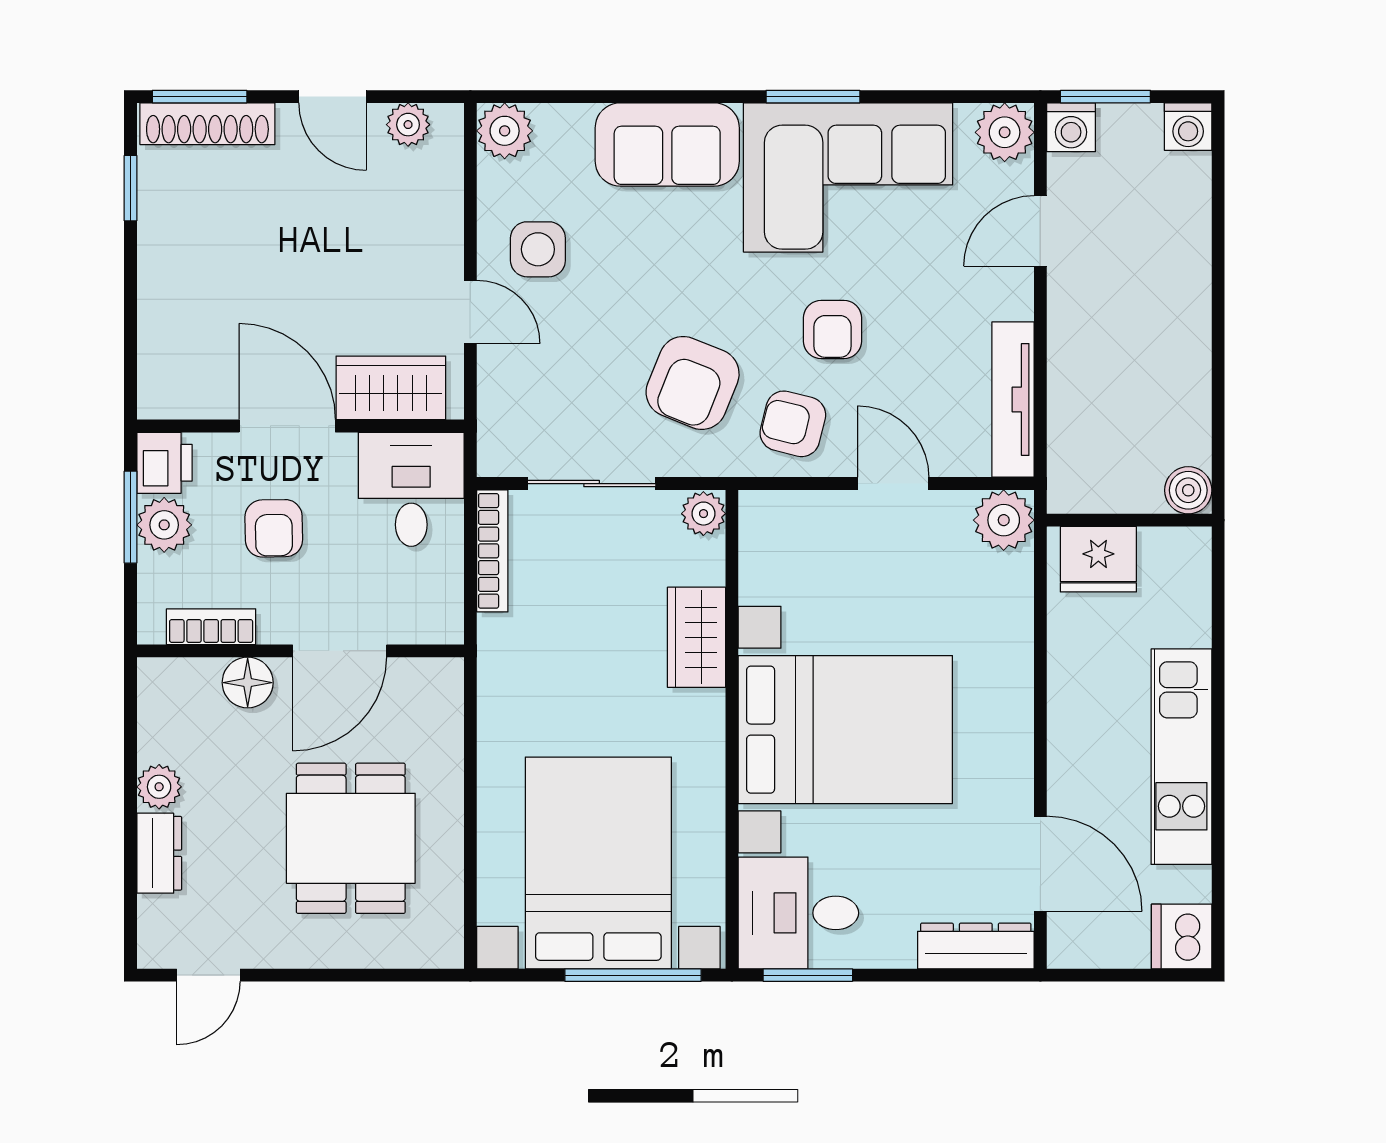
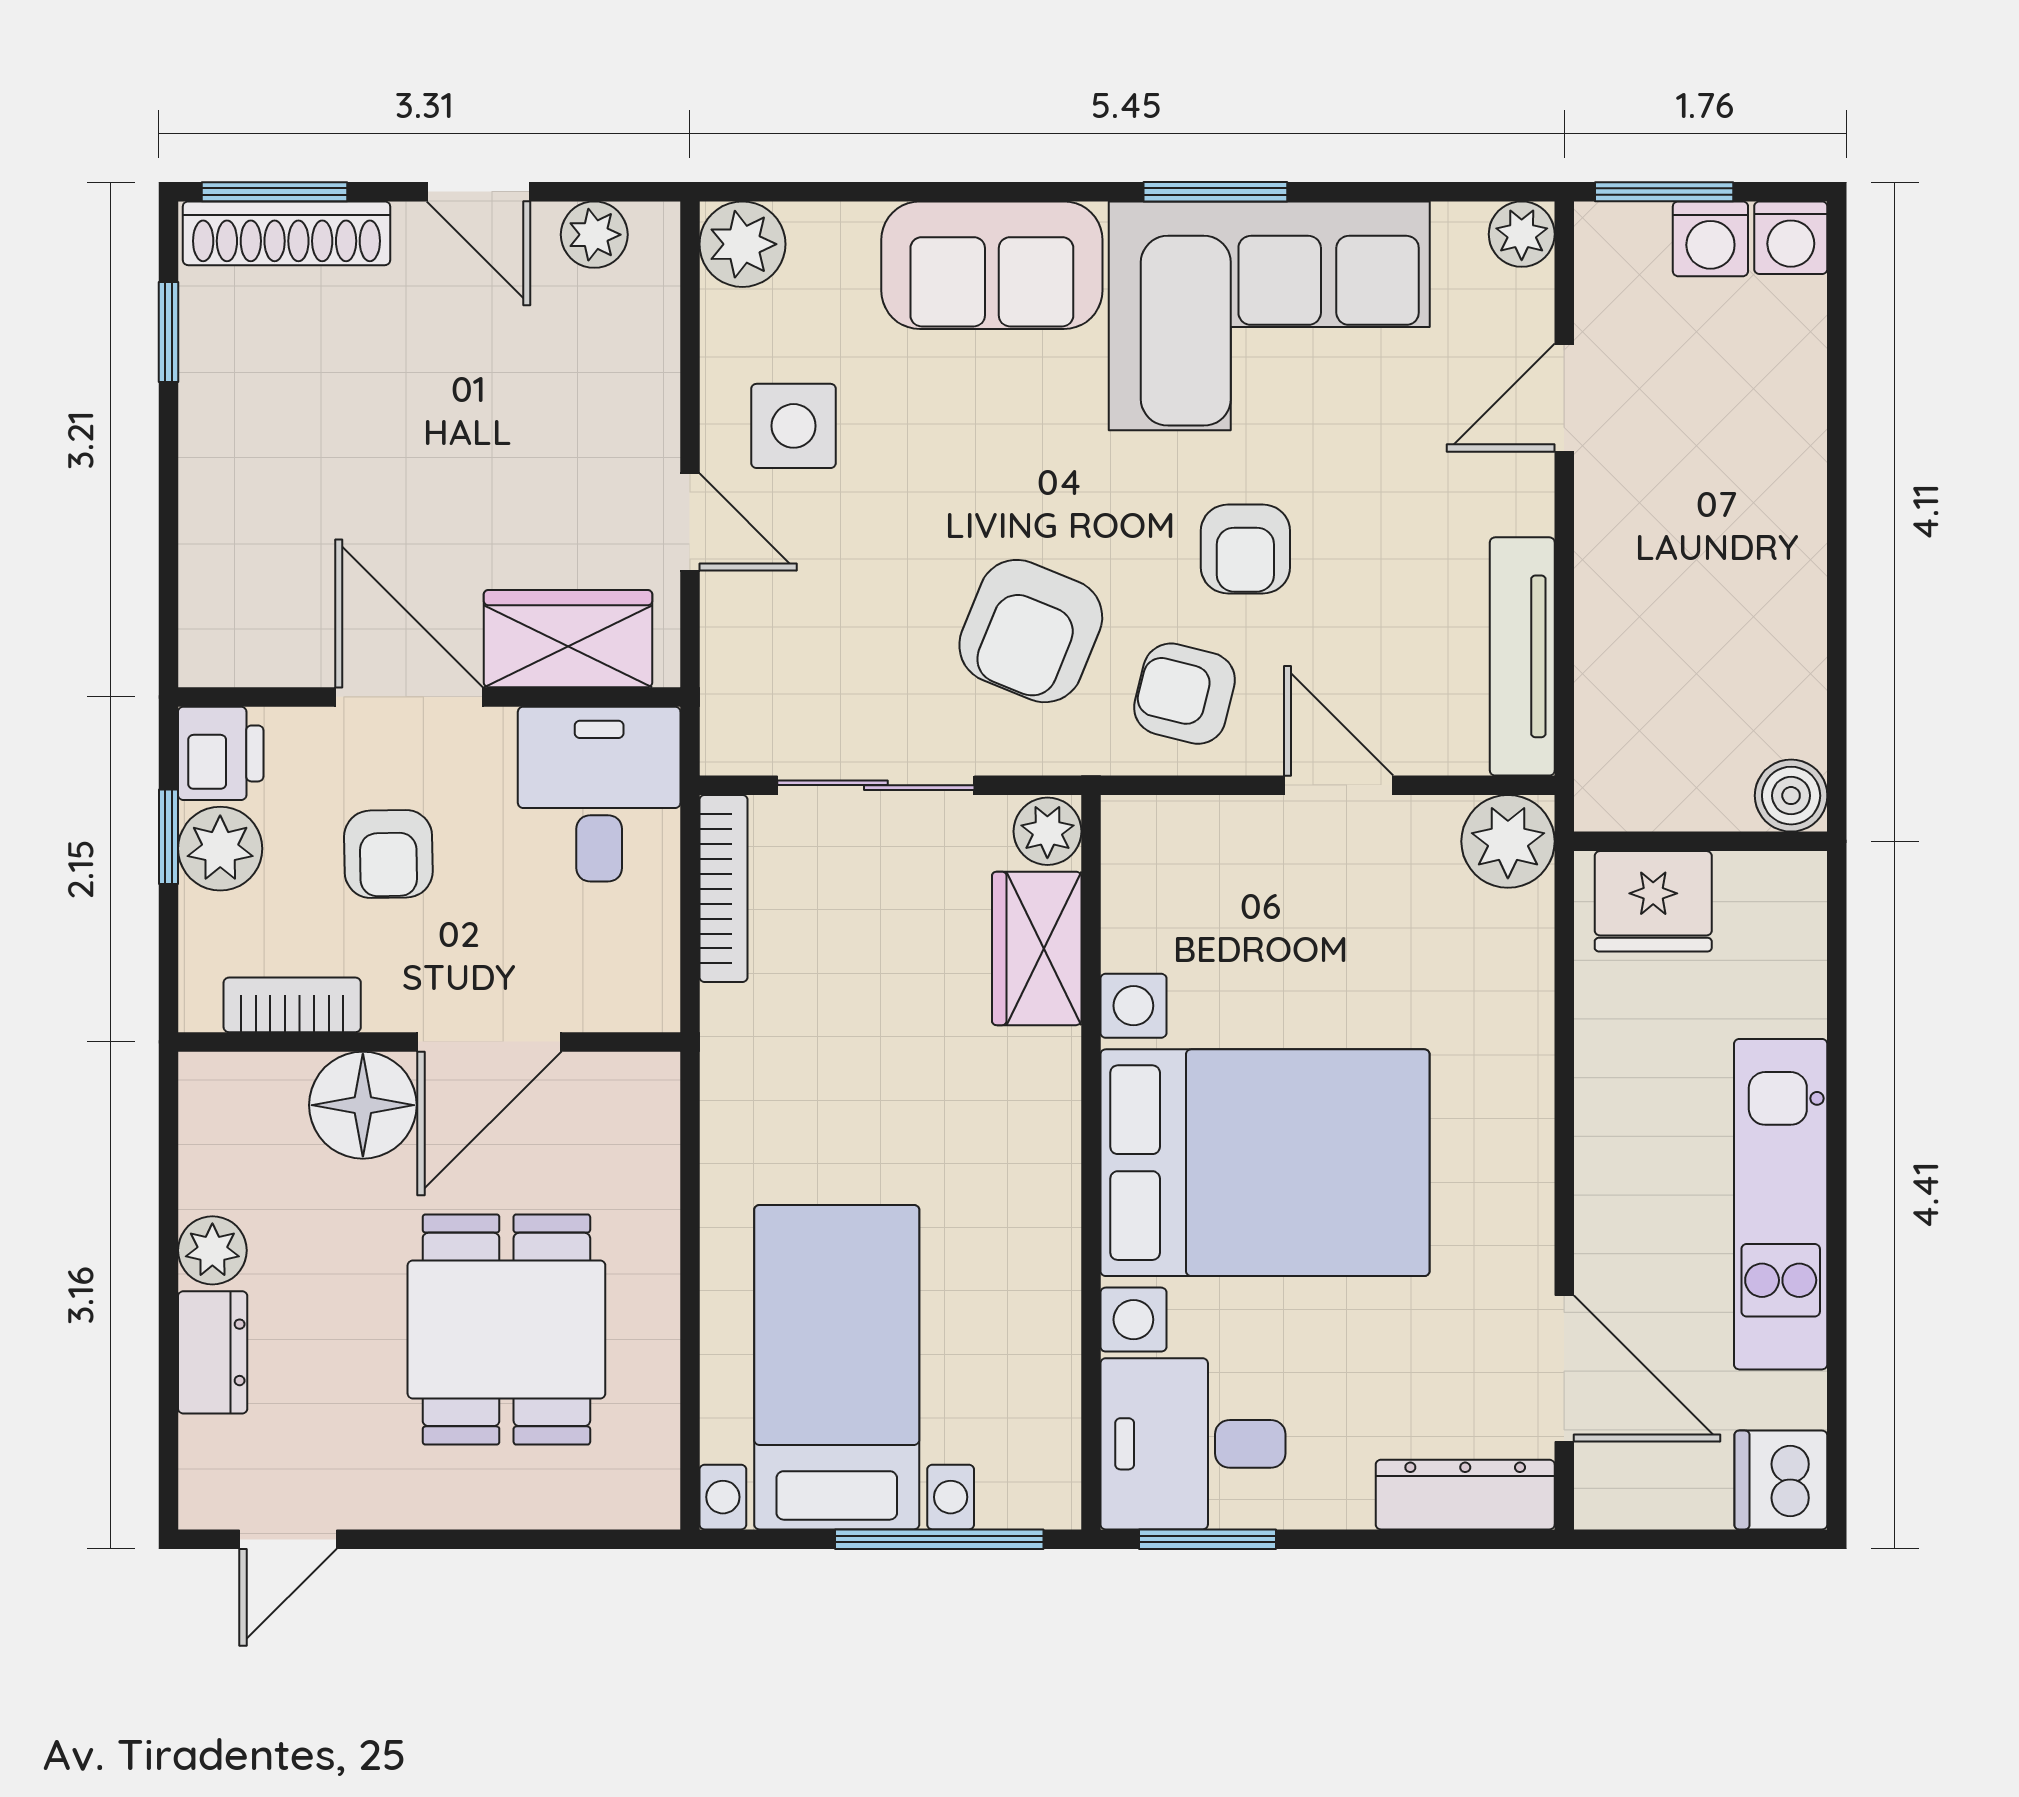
washing machine: (1071, 127) -> (1710, 239), moved
plant: (1005, 132) -> (1522, 234), width x0.73, depth x0.73
window: (130, 517) -> (169, 837), width x0.67
wardrobe: (696, 637) -> (1037, 948), moved
floor lamp: (248, 683) -> (363, 1105), width x1.38, depth x1.38
bed with nightstands: (598, 863) -> (837, 1367), width x0.73

